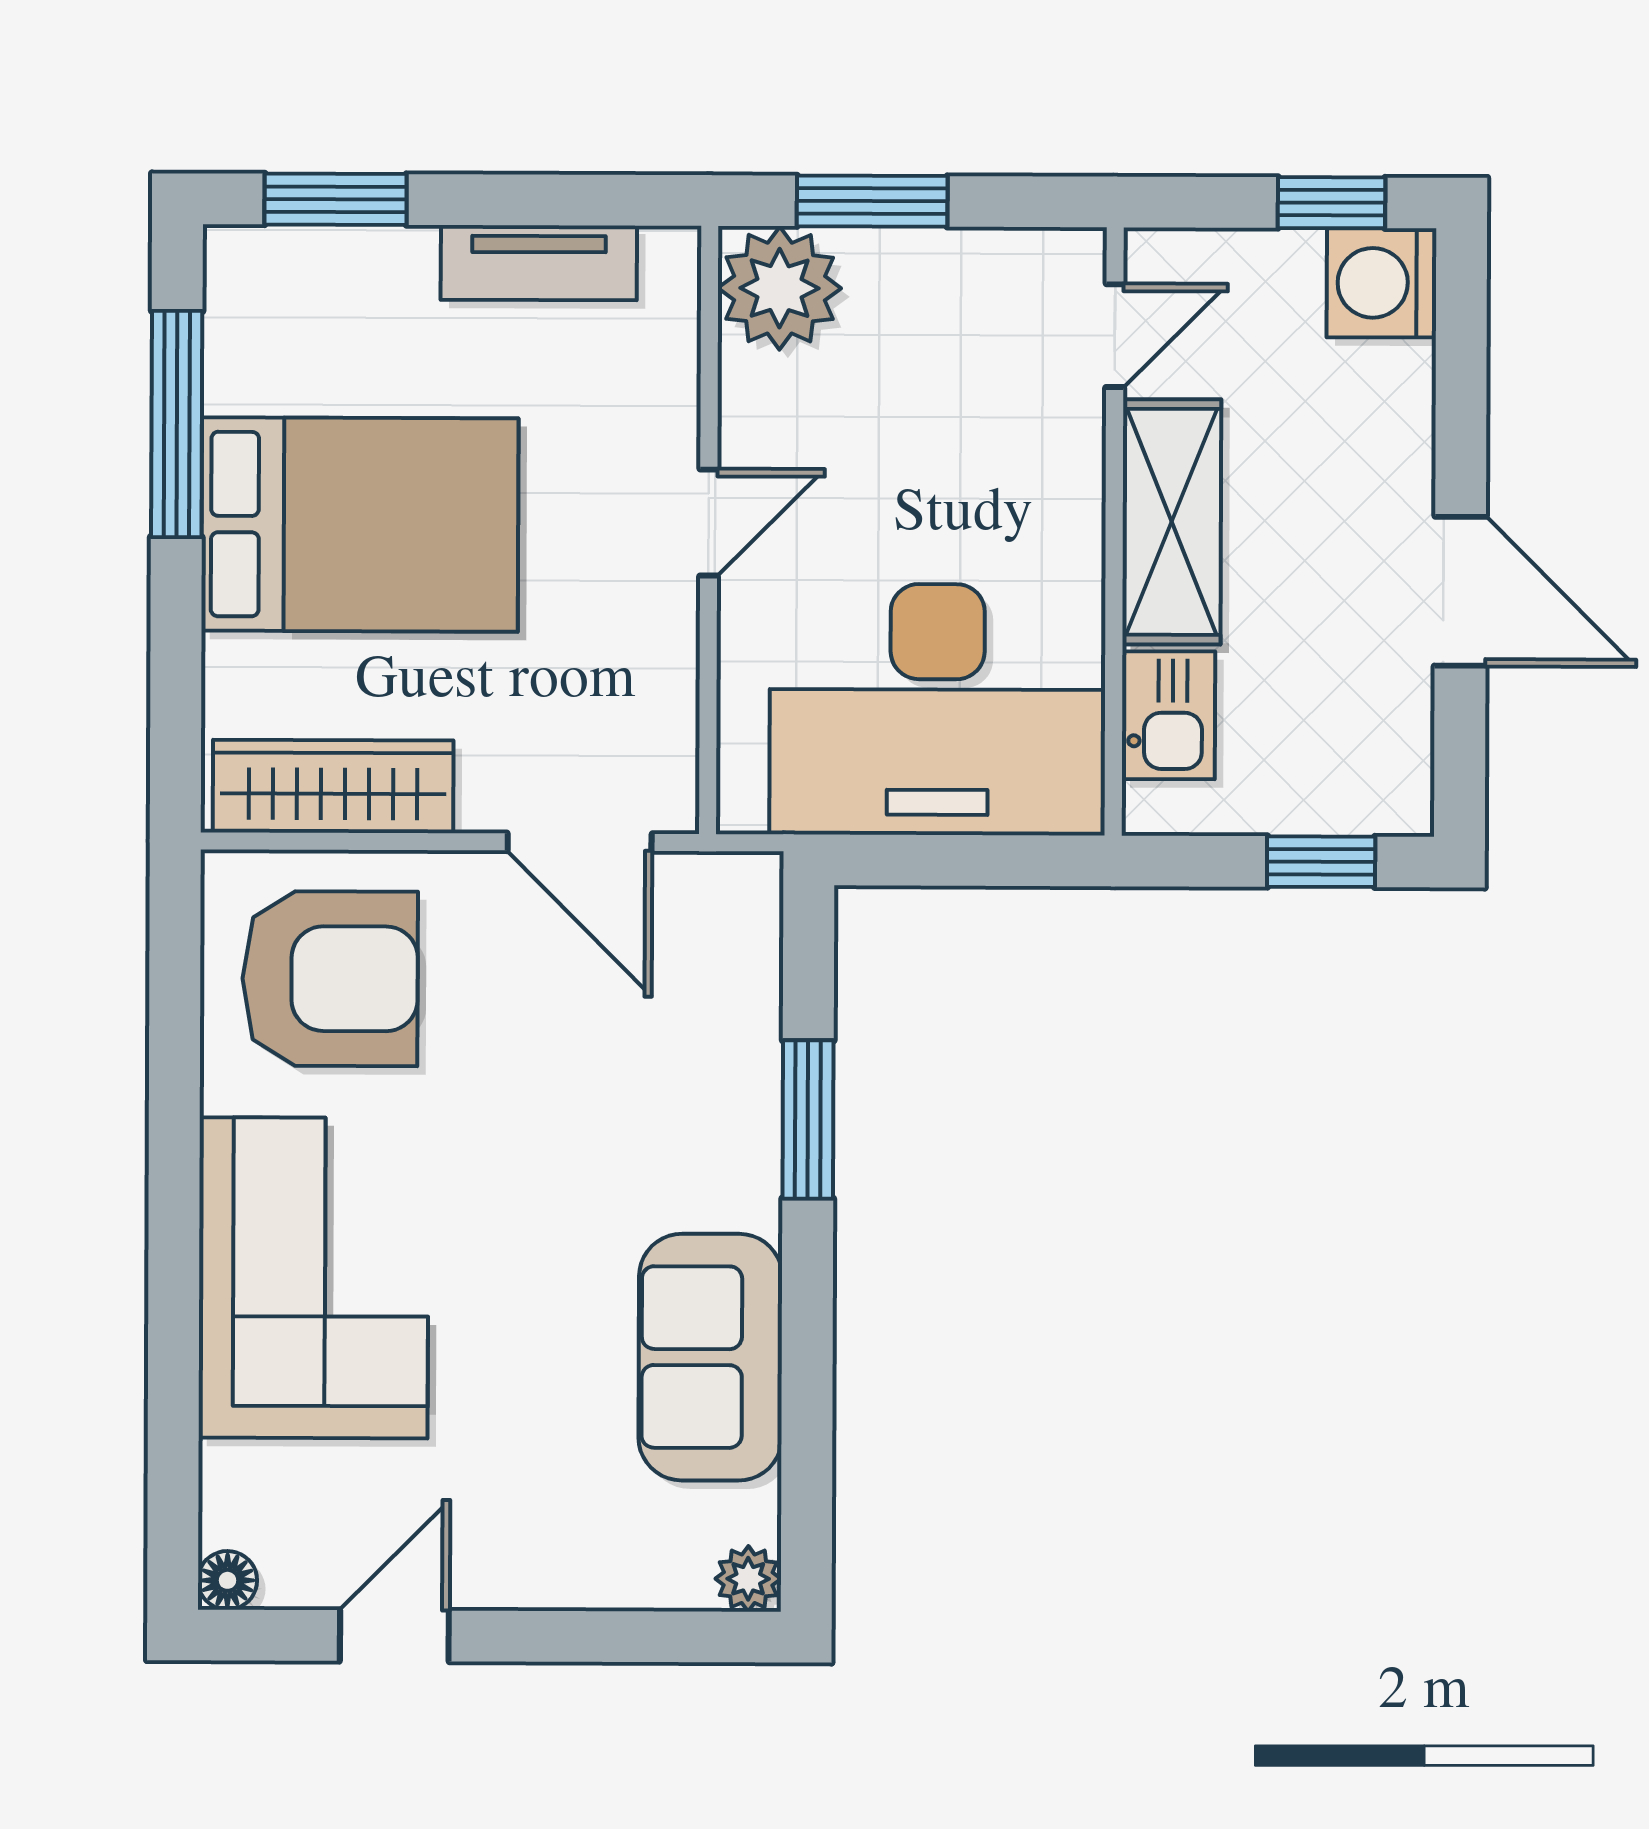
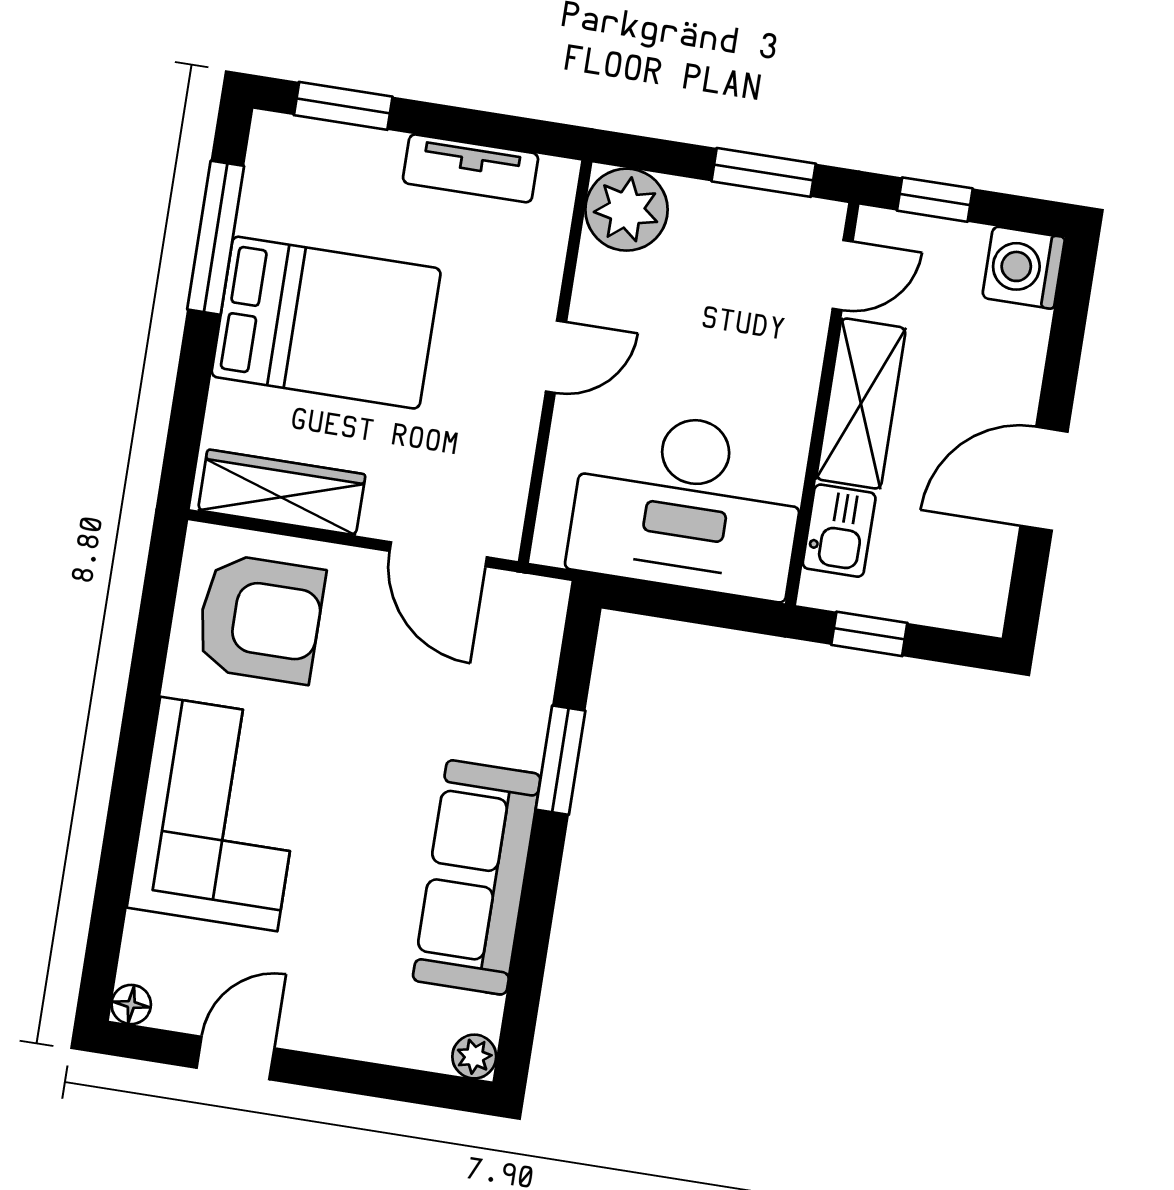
window: (872, 201) -> (764, 172), moved
window: (1331, 203) -> (935, 200), moved
door: (1460, 591) -> (1044, 479), swing flipped
window: (1321, 862) -> (869, 634), moved
sofa: (710, 1357) -> (477, 877), width x1.36

